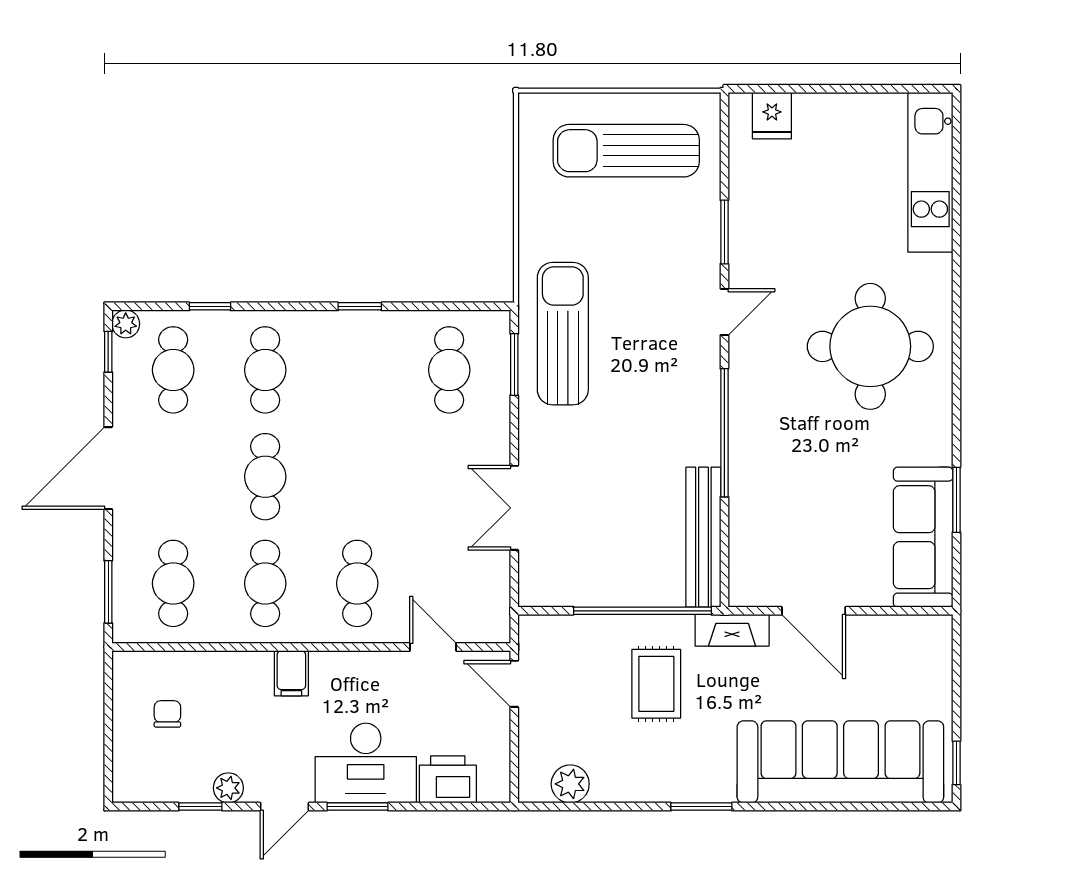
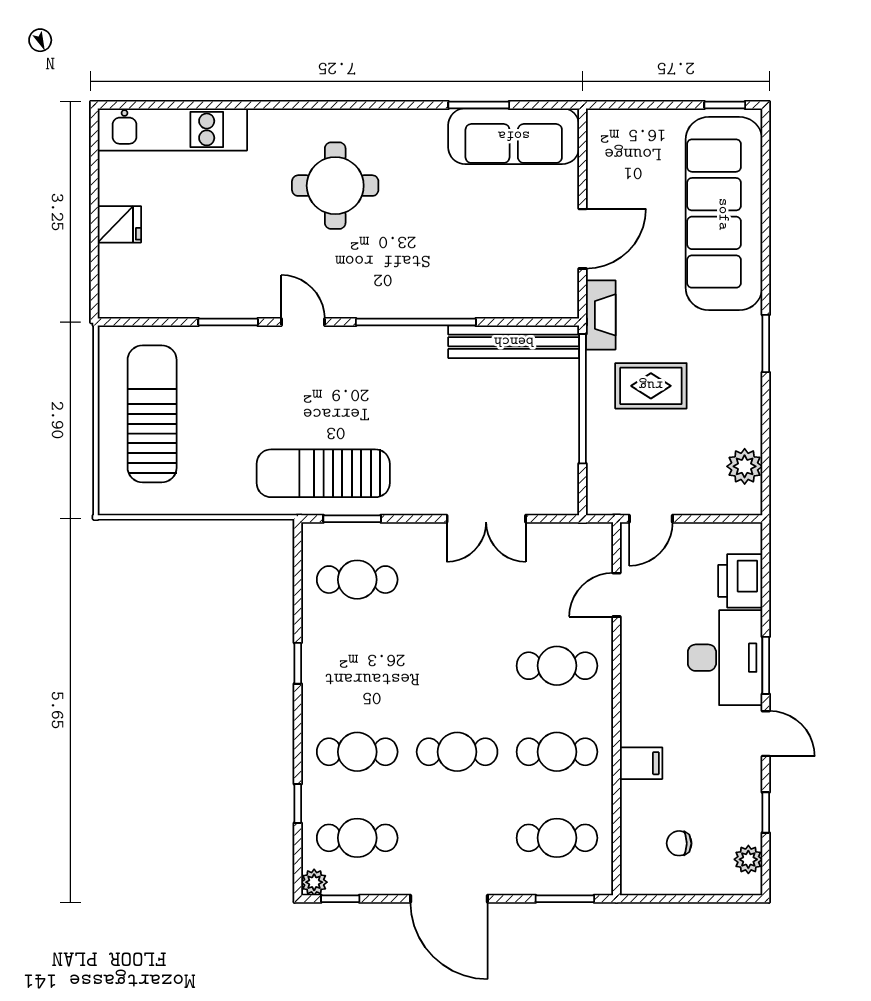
fridge: (772, 116) -> (119, 224), moved
sun lounger: (626, 151) -> (152, 414), turned 180
round table: (870, 346) -> (335, 186), width x0.73, depth x0.73
filing cabinet: (291, 673) -> (641, 763), moved
plant: (228, 788) -> (748, 859), moved

